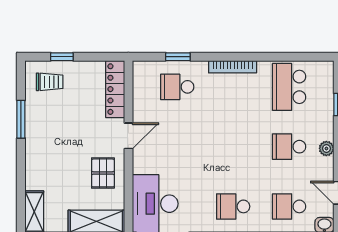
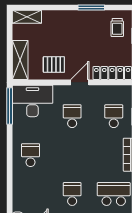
door: (128, 136) -> (80, 82), swing flipped
school desk: (289, 206) -> (72, 116), moved

